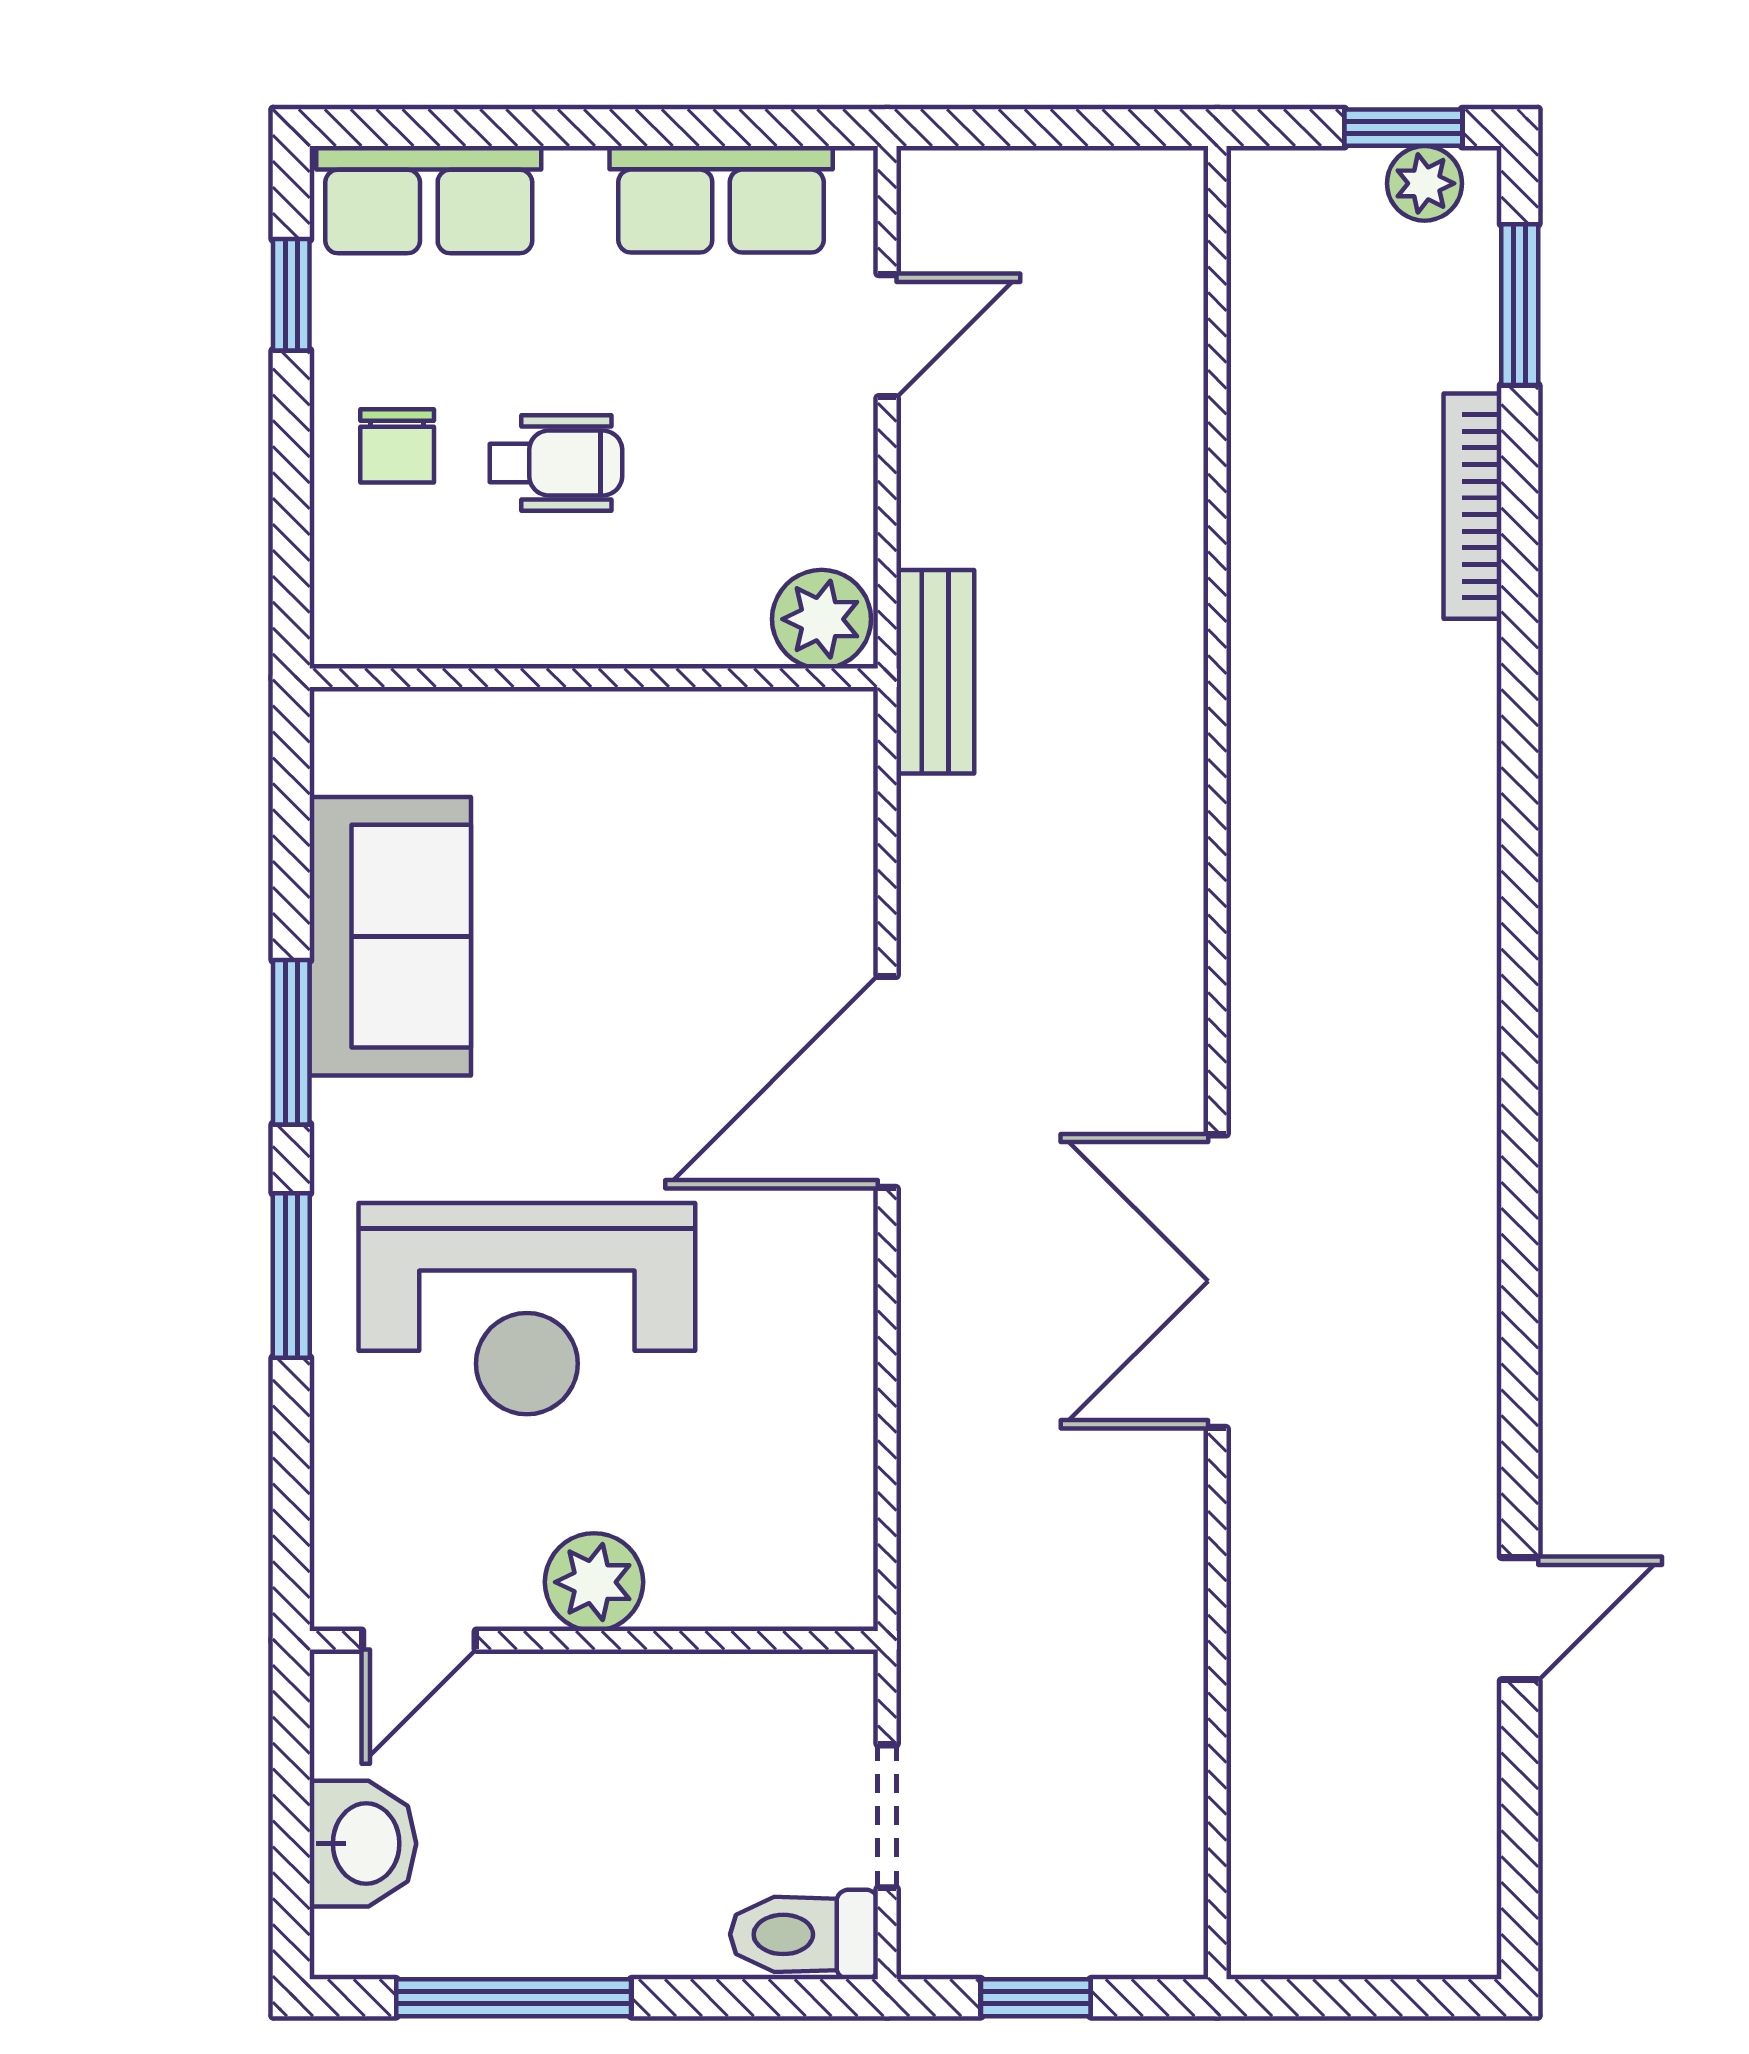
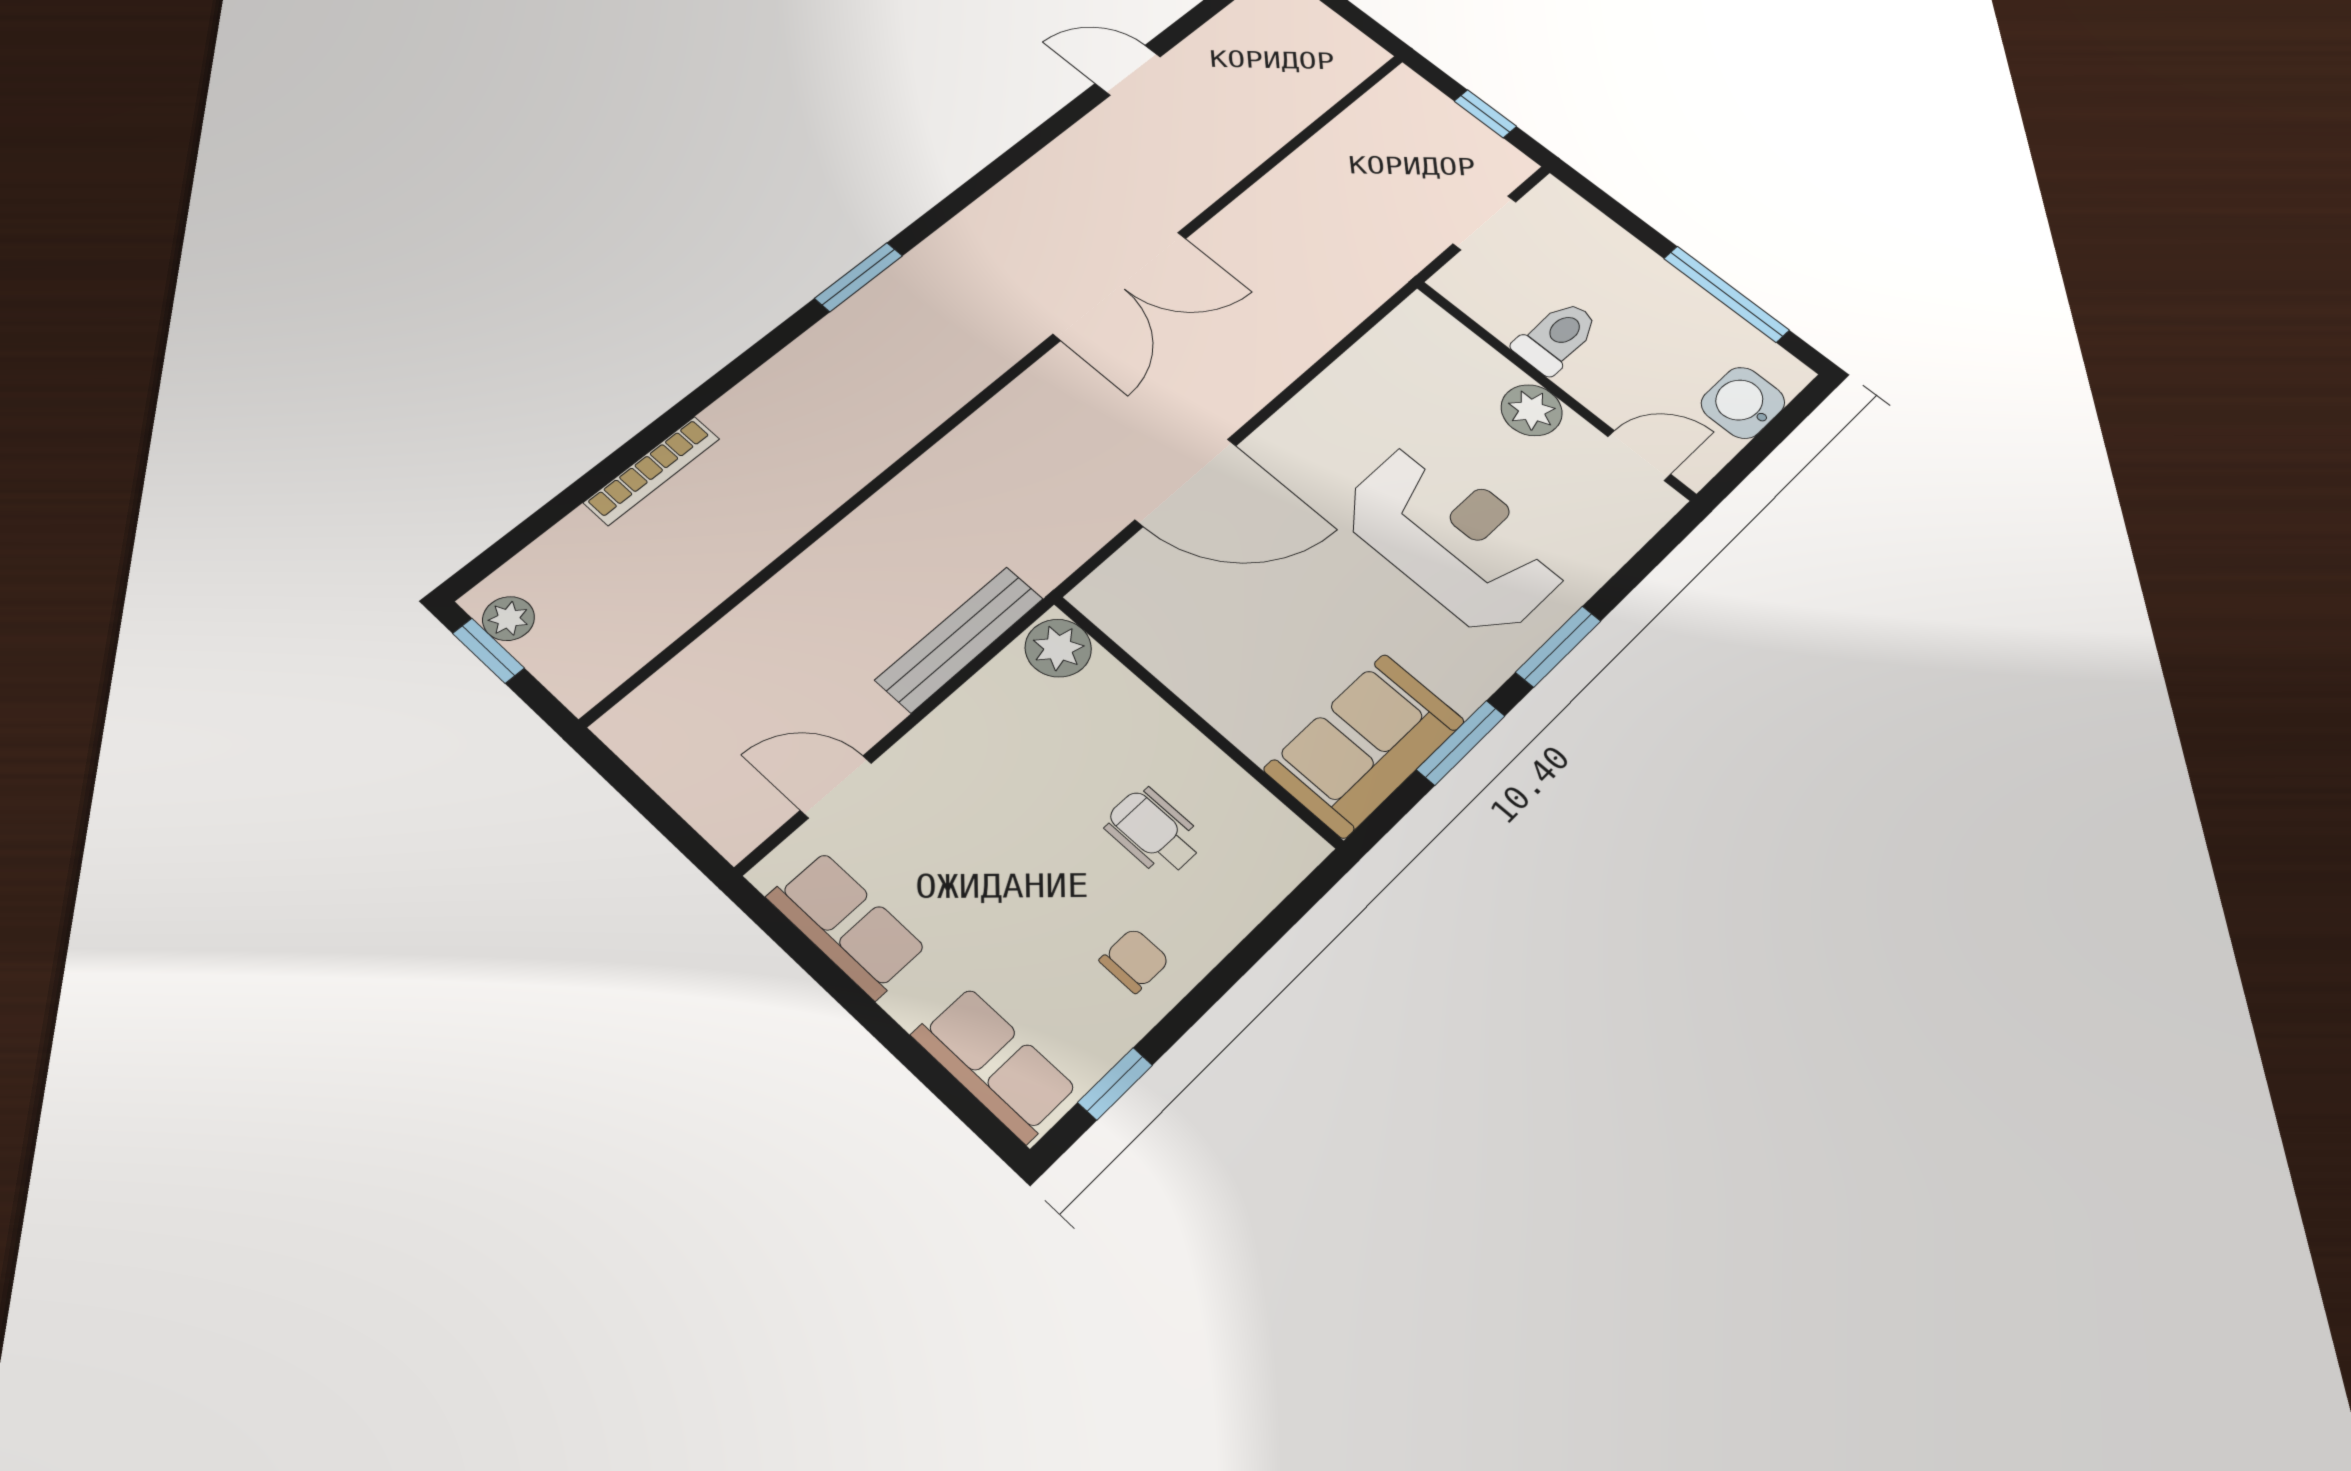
window: (1520, 305) -> (859, 277), moved
wheelchair: (556, 463) -> (1154, 832), moved
plant: (822, 619) -> (1058, 648), moved
bench: (935, 672) -> (960, 639), width x1.36
wall: (594, 678) -> (1196, 720), moved
toilet: (804, 1934) -> (1557, 337), moved, turned -90

